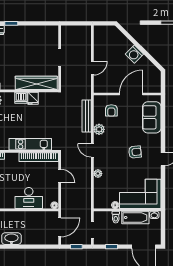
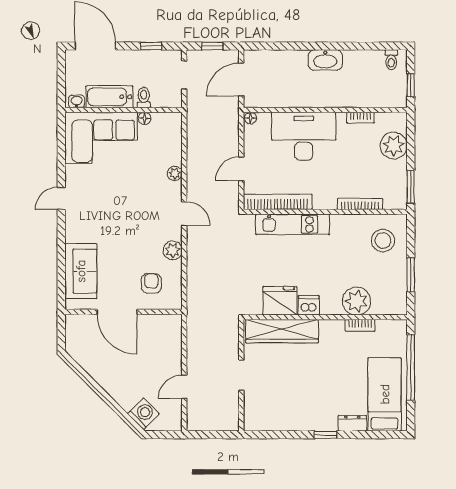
washing machine: (134, 54) -> (143, 414), moved
door: (92, 68) -> (184, 387), moved
door: (131, 94) -> (117, 312), hinge flipped
fridge: (33, 98) -> (280, 301), width x1.88, depth x1.34
bench: (87, 116) -> (194, 273), removed
armchair: (135, 152) -> (110, 211), removed
door: (60, 176) -> (241, 169), hinge flipped
desk: (29, 198) -> (304, 136), width x1.36, depth x1.30

